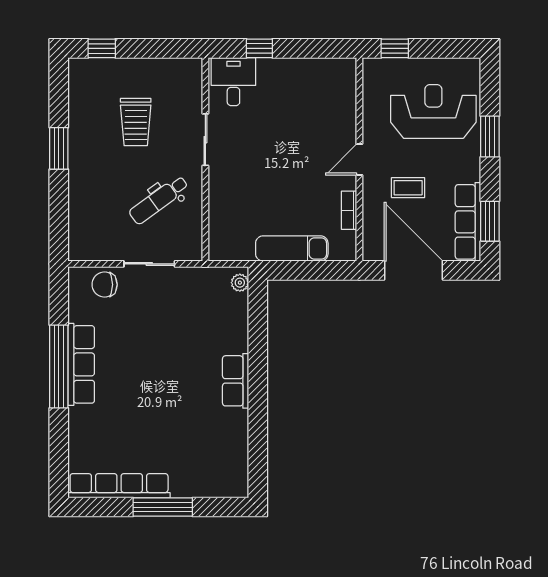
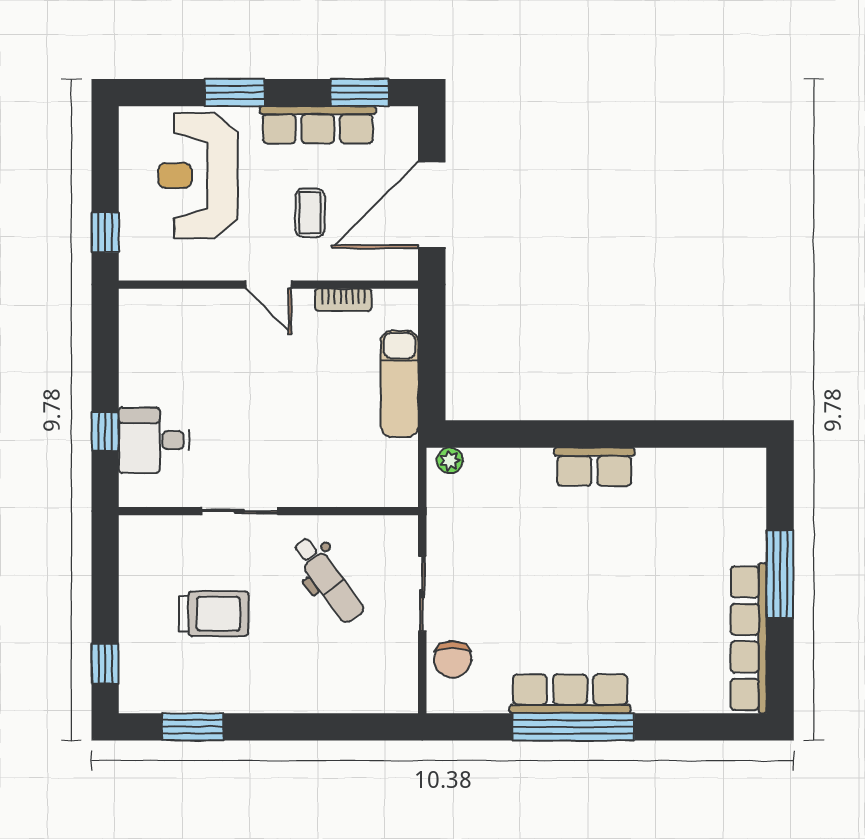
desk: (233, 82) -> (154, 440), moved
window: (59, 148) -> (193, 727), moved
row of seats: (468, 222) -> (318, 125), moved

